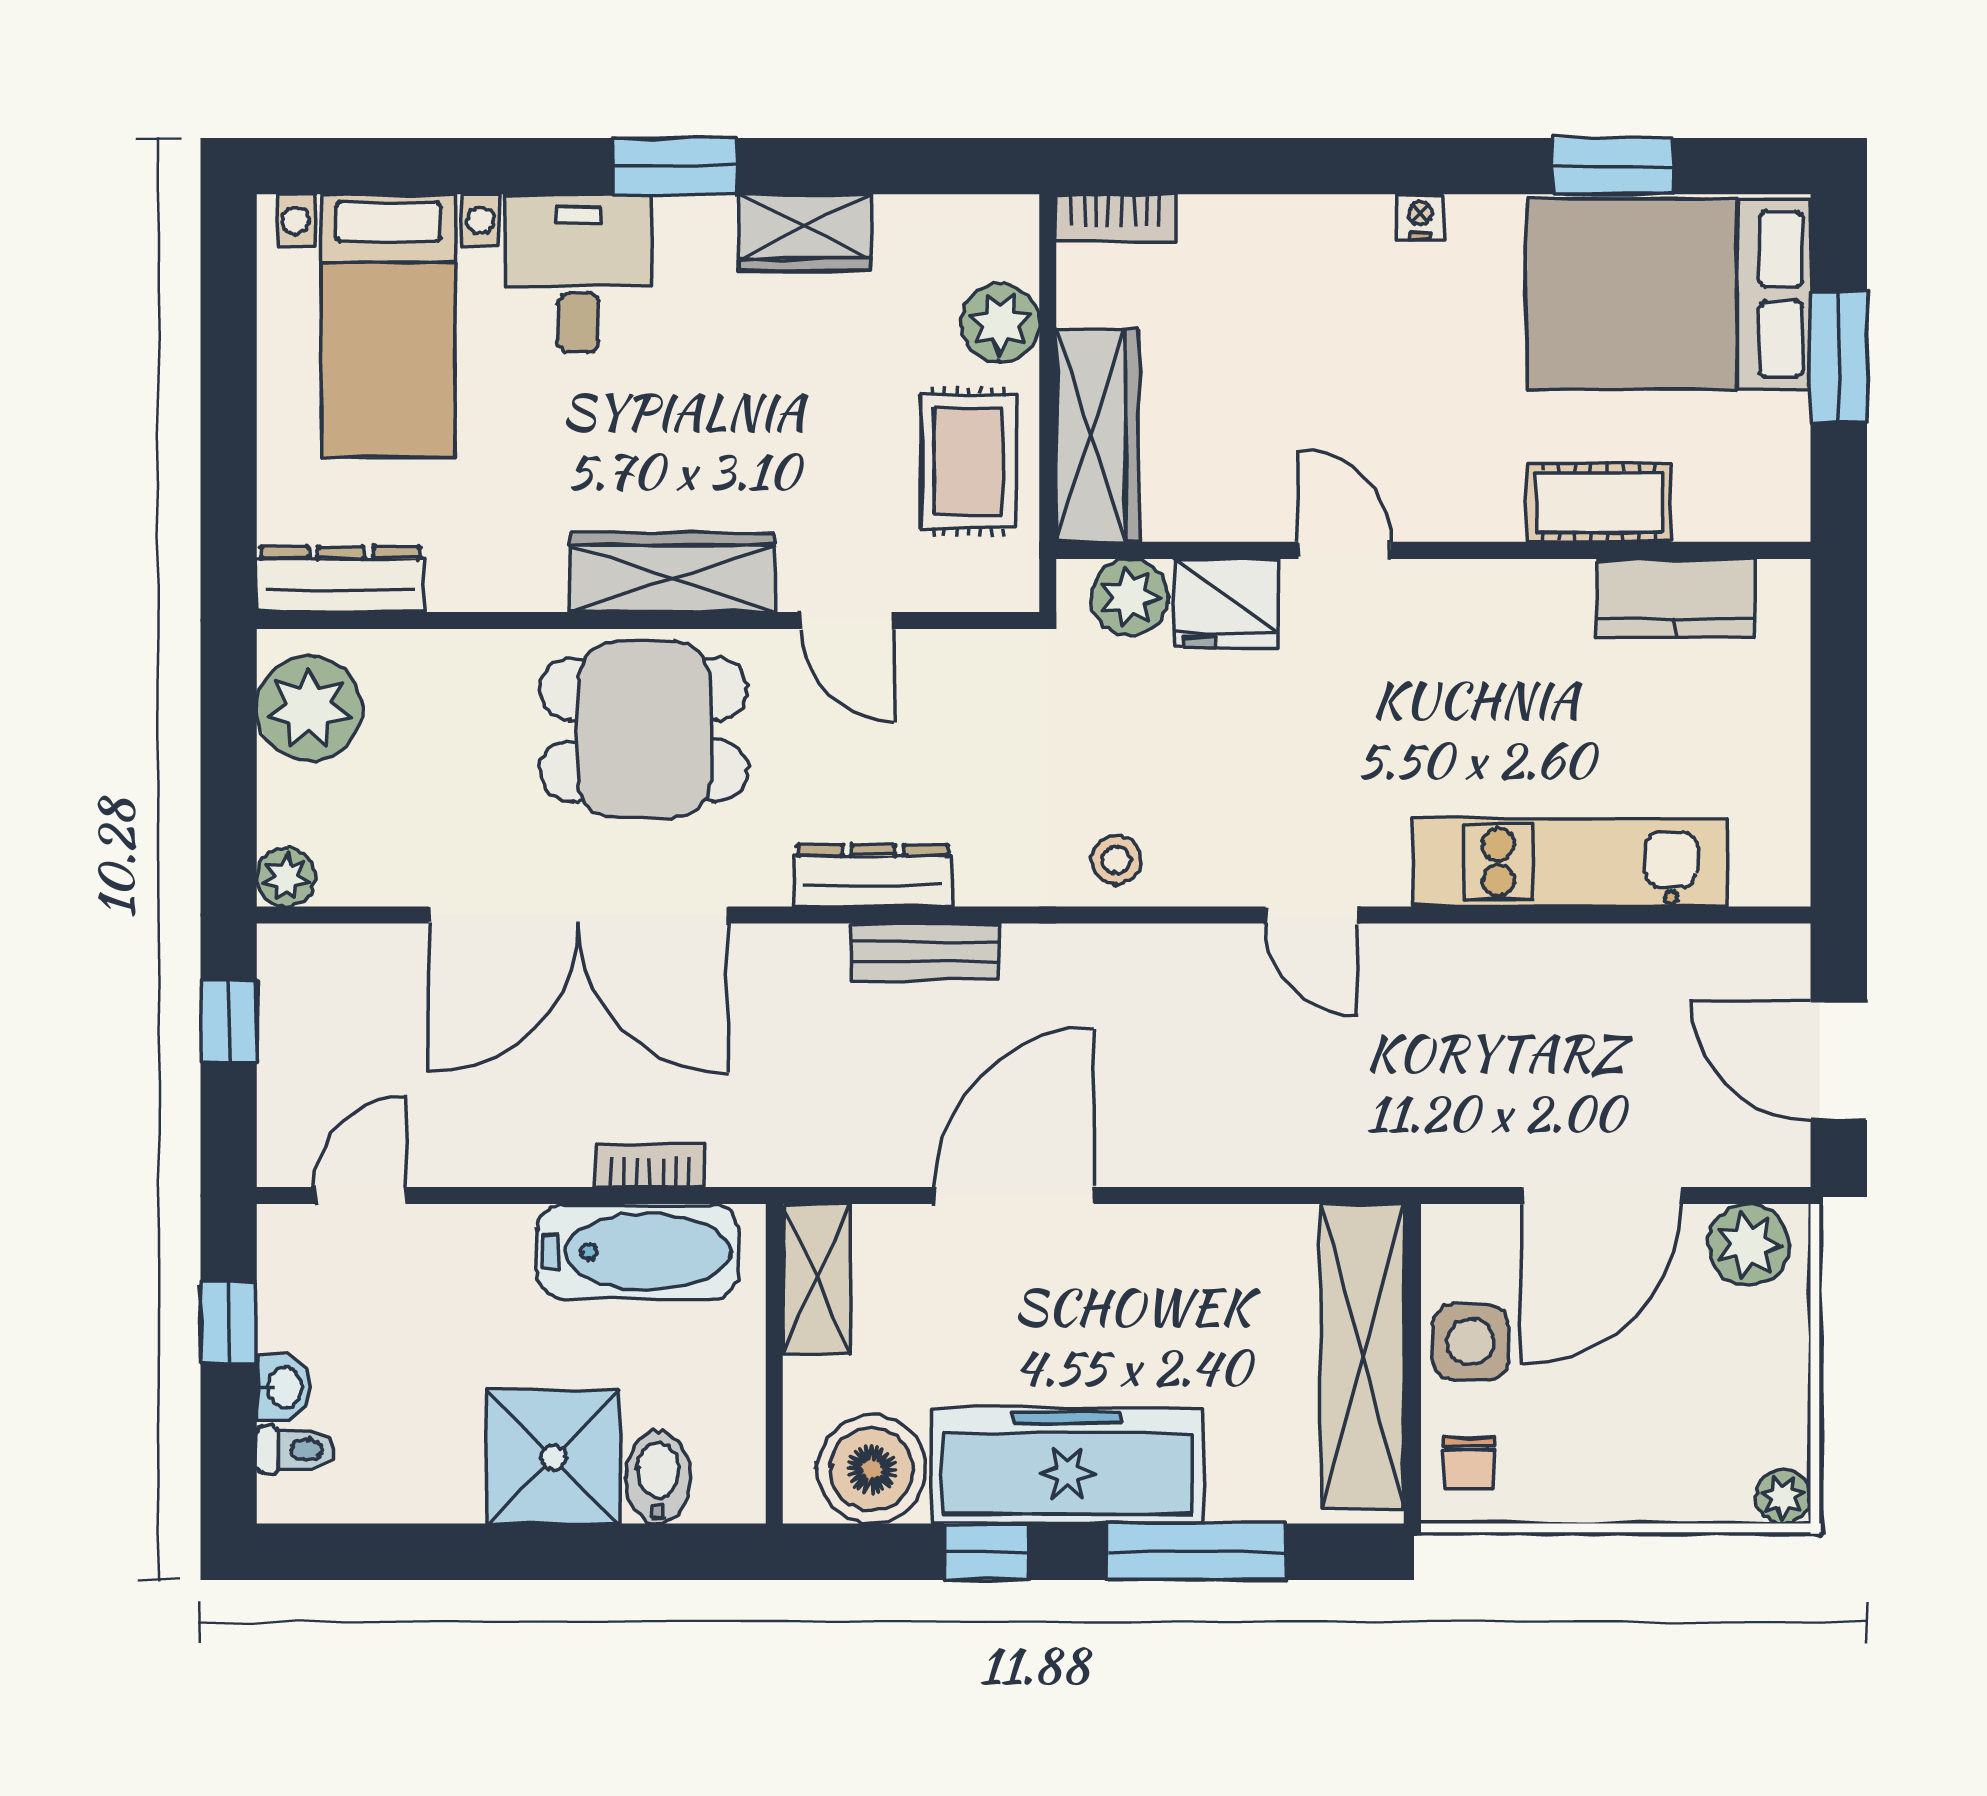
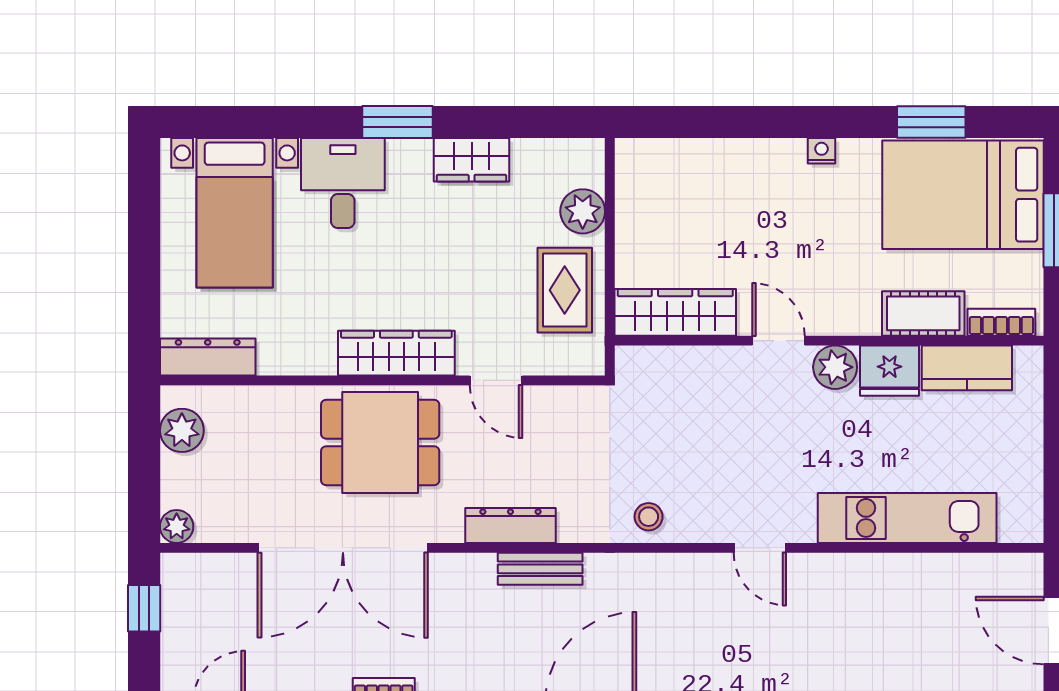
bookcase: (1116, 218) -> (1001, 322), moved, turned 180
wardrobe: (1097, 435) -> (675, 312), moved, turned -90
plant: (1130, 597) -> (835, 367), moved
fridge: (1226, 603) -> (889, 371), moved
plant: (309, 708) -> (182, 430), width x0.73, depth x0.73

